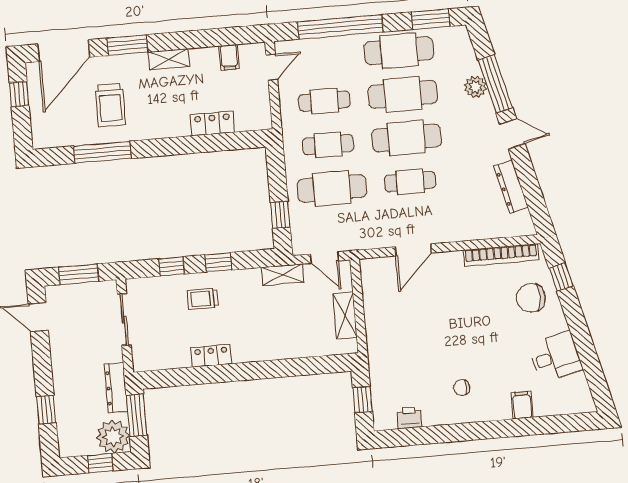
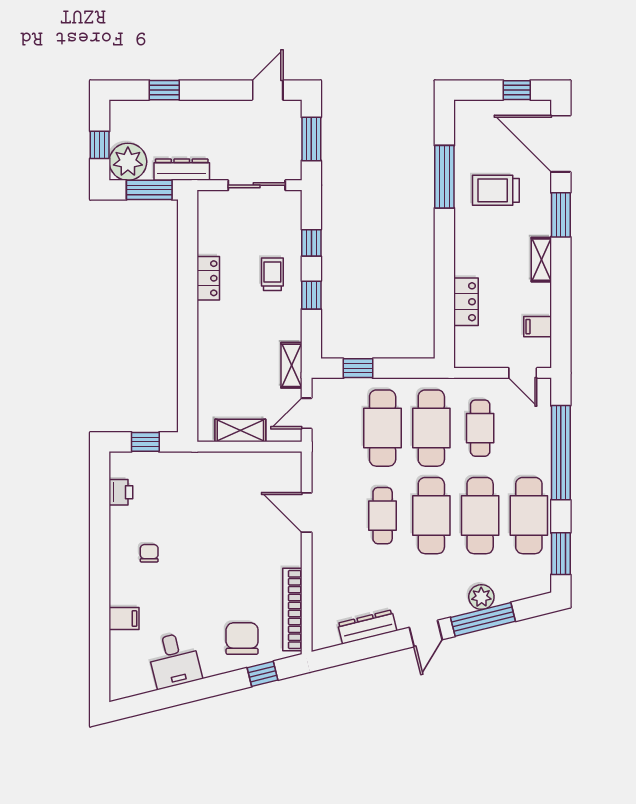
cafe table: (328, 145) -> (431, 428), width x1.37, depth x1.35

